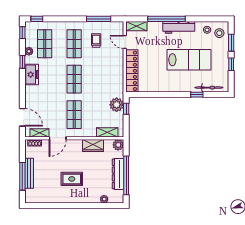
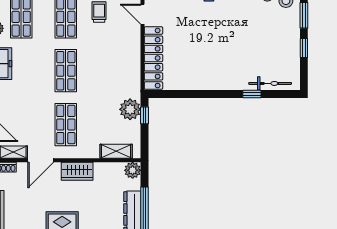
lab bench: (189, 60) -> (240, 41), removed
wardrobe: (93, 146) -> (77, 171), moved

